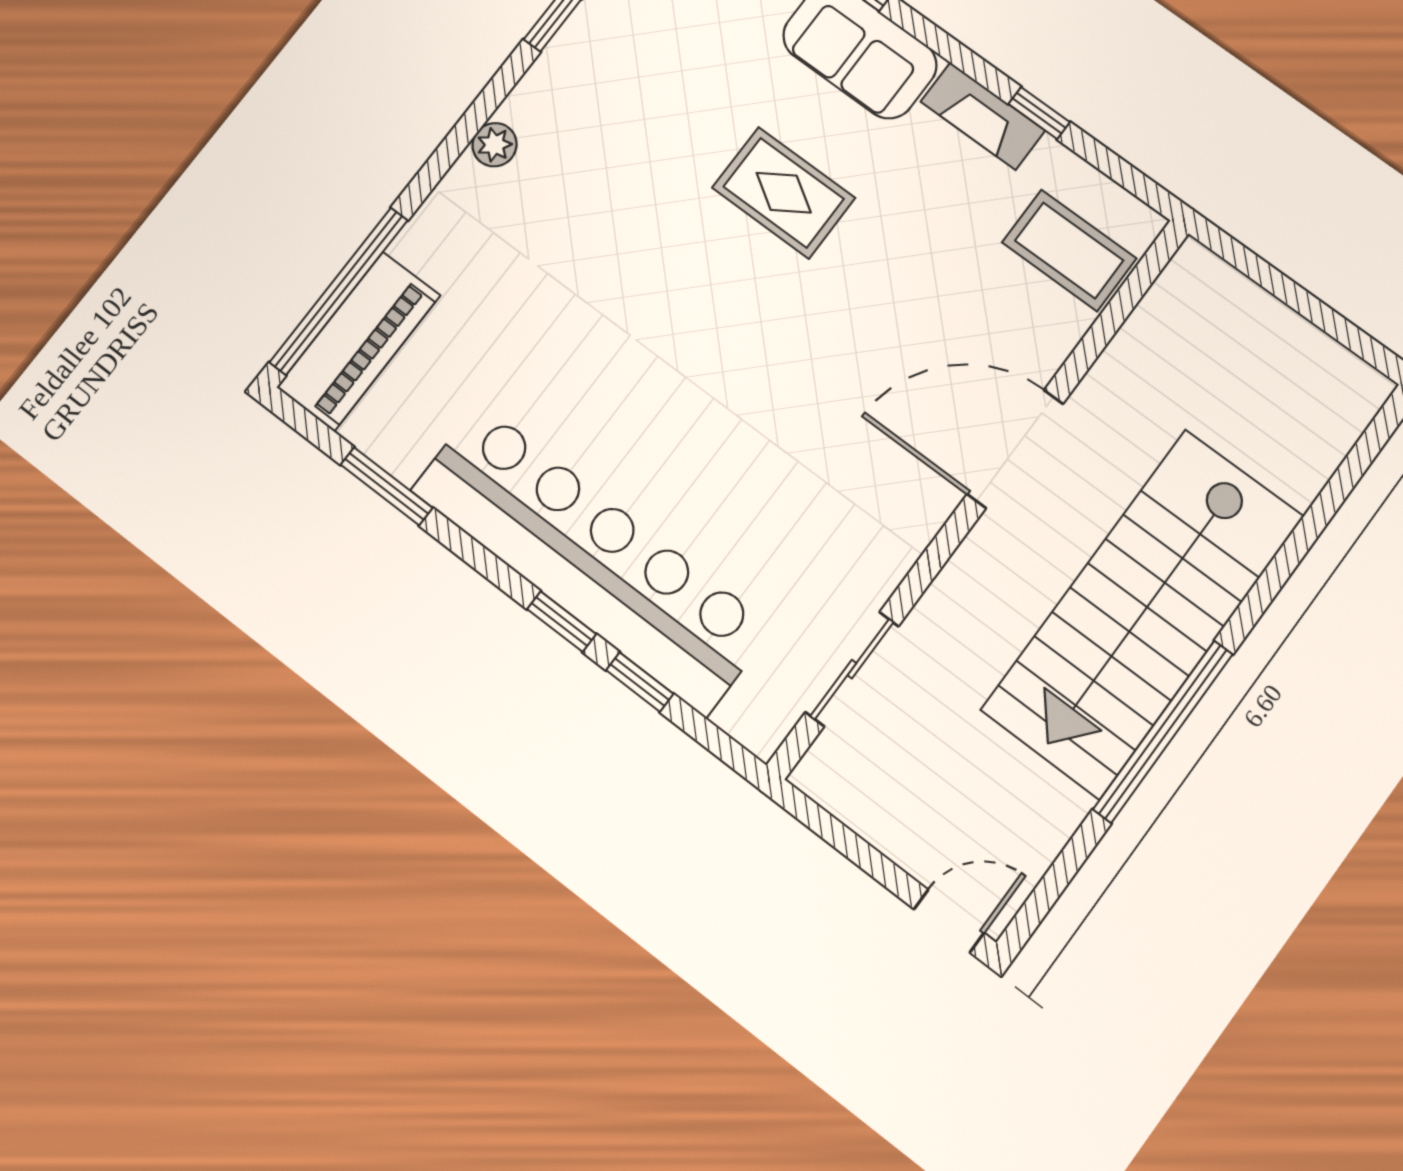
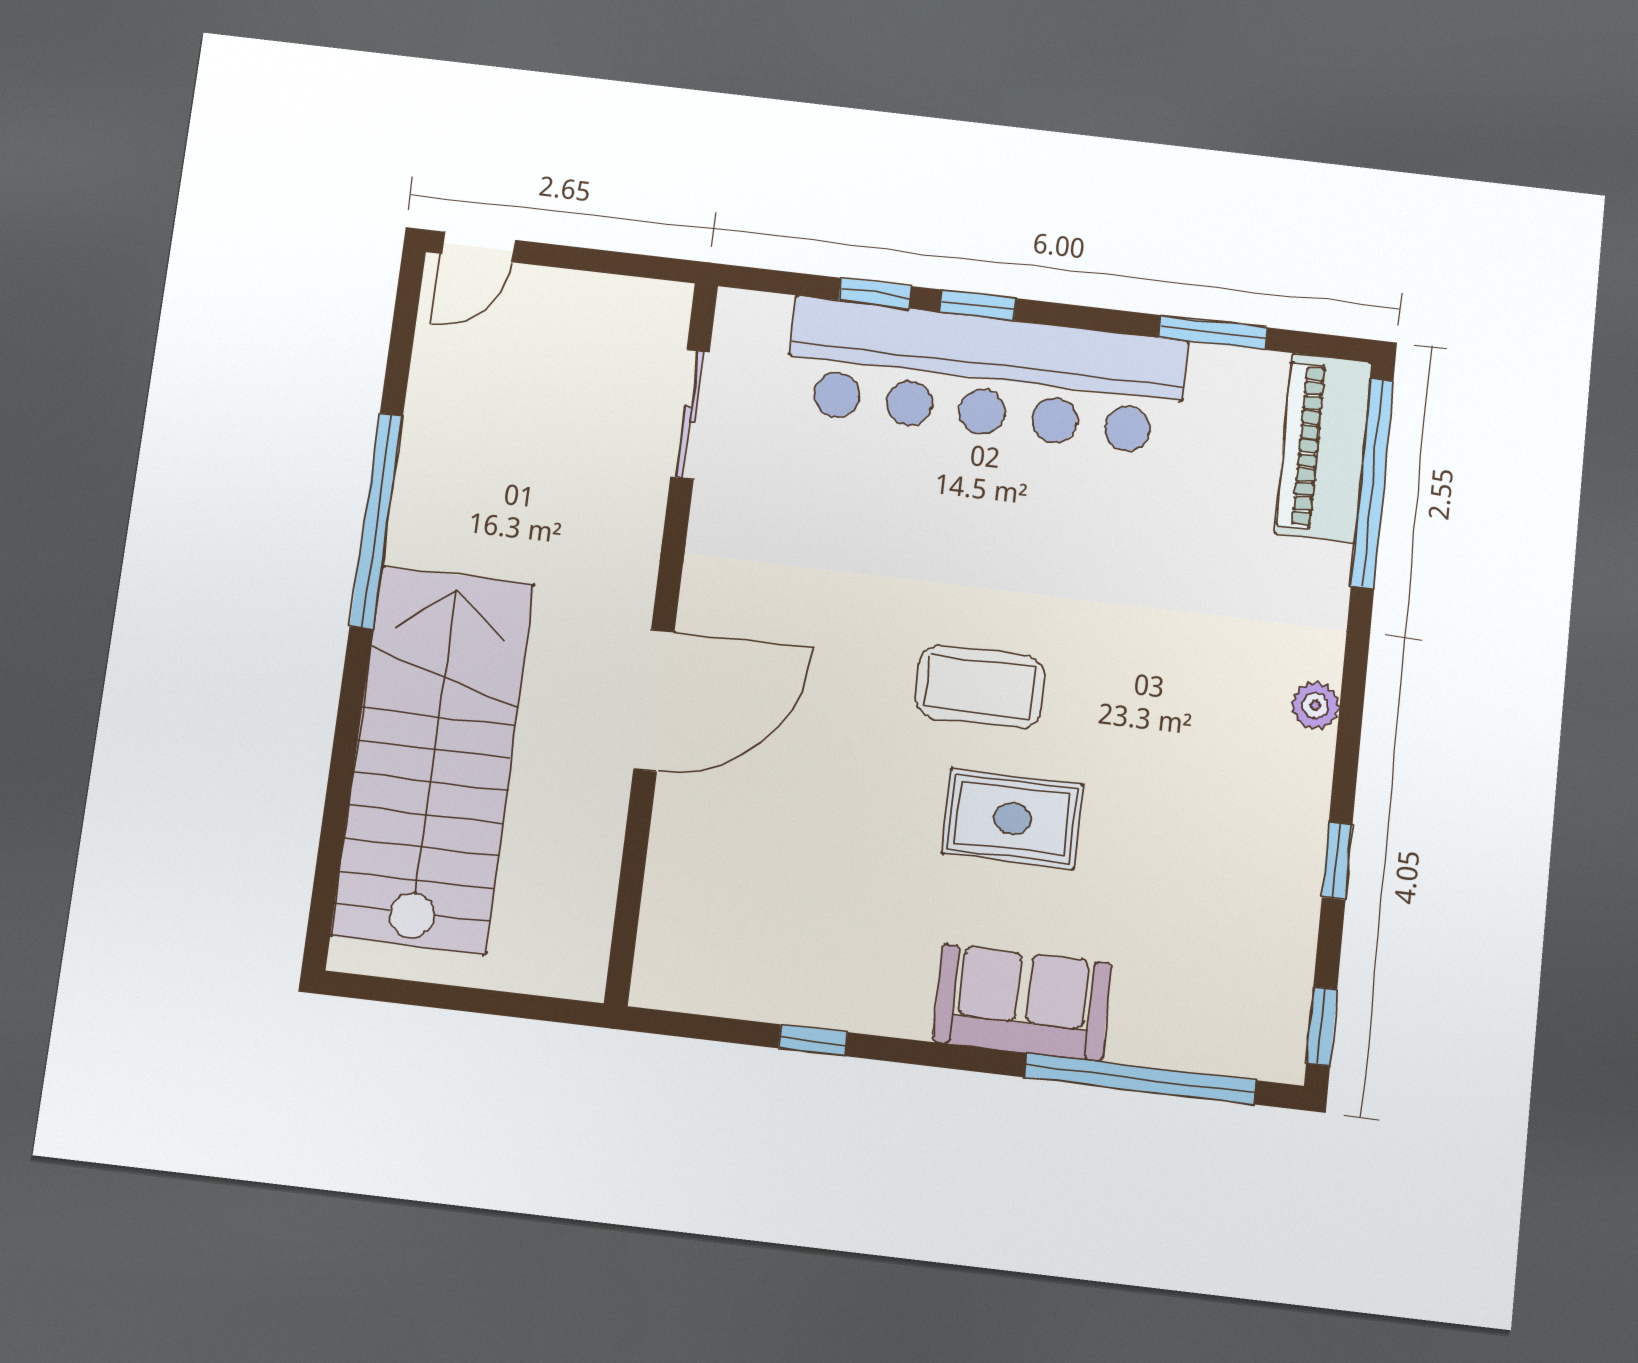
fireplace: (983, 116) -> (866, 1006), removed
coffee table: (1069, 250) -> (980, 687), moved
stairs: (1143, 613) -> (433, 759), moved

